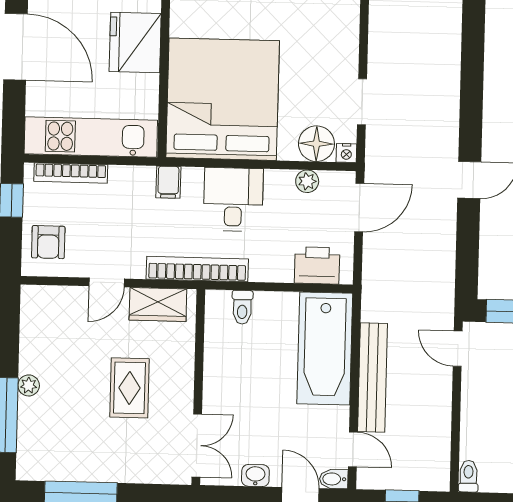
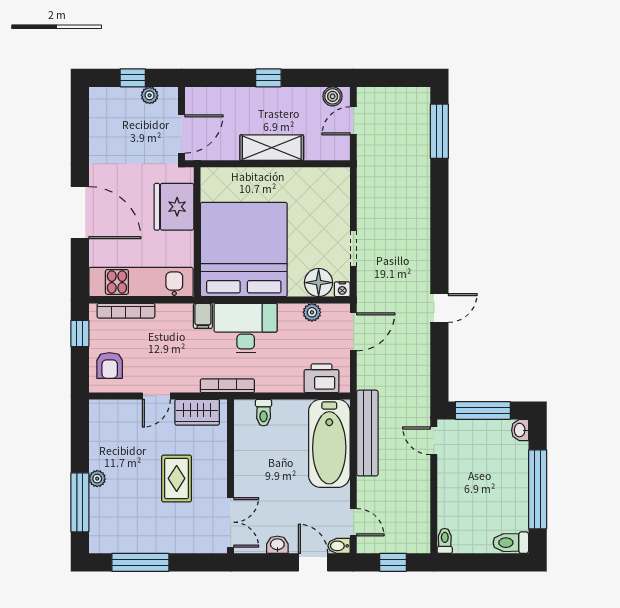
desk: (233, 199) -> (246, 328), width x1.37
bookcase: (197, 269) -> (227, 386), width x0.68, depth x0.76
bench: (373, 378) -> (367, 433), moved

